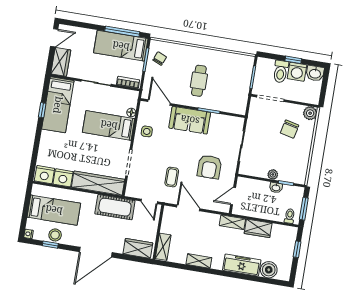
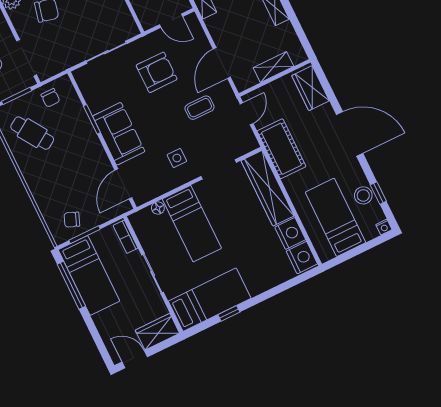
cafe table: (199, 81) -> (32, 133), moved, turned 57
chair: (238, 96) -> (50, 98), added
side table: (147, 131) -> (177, 158), moved
shelving: (163, 247) -> (273, 67), moved

